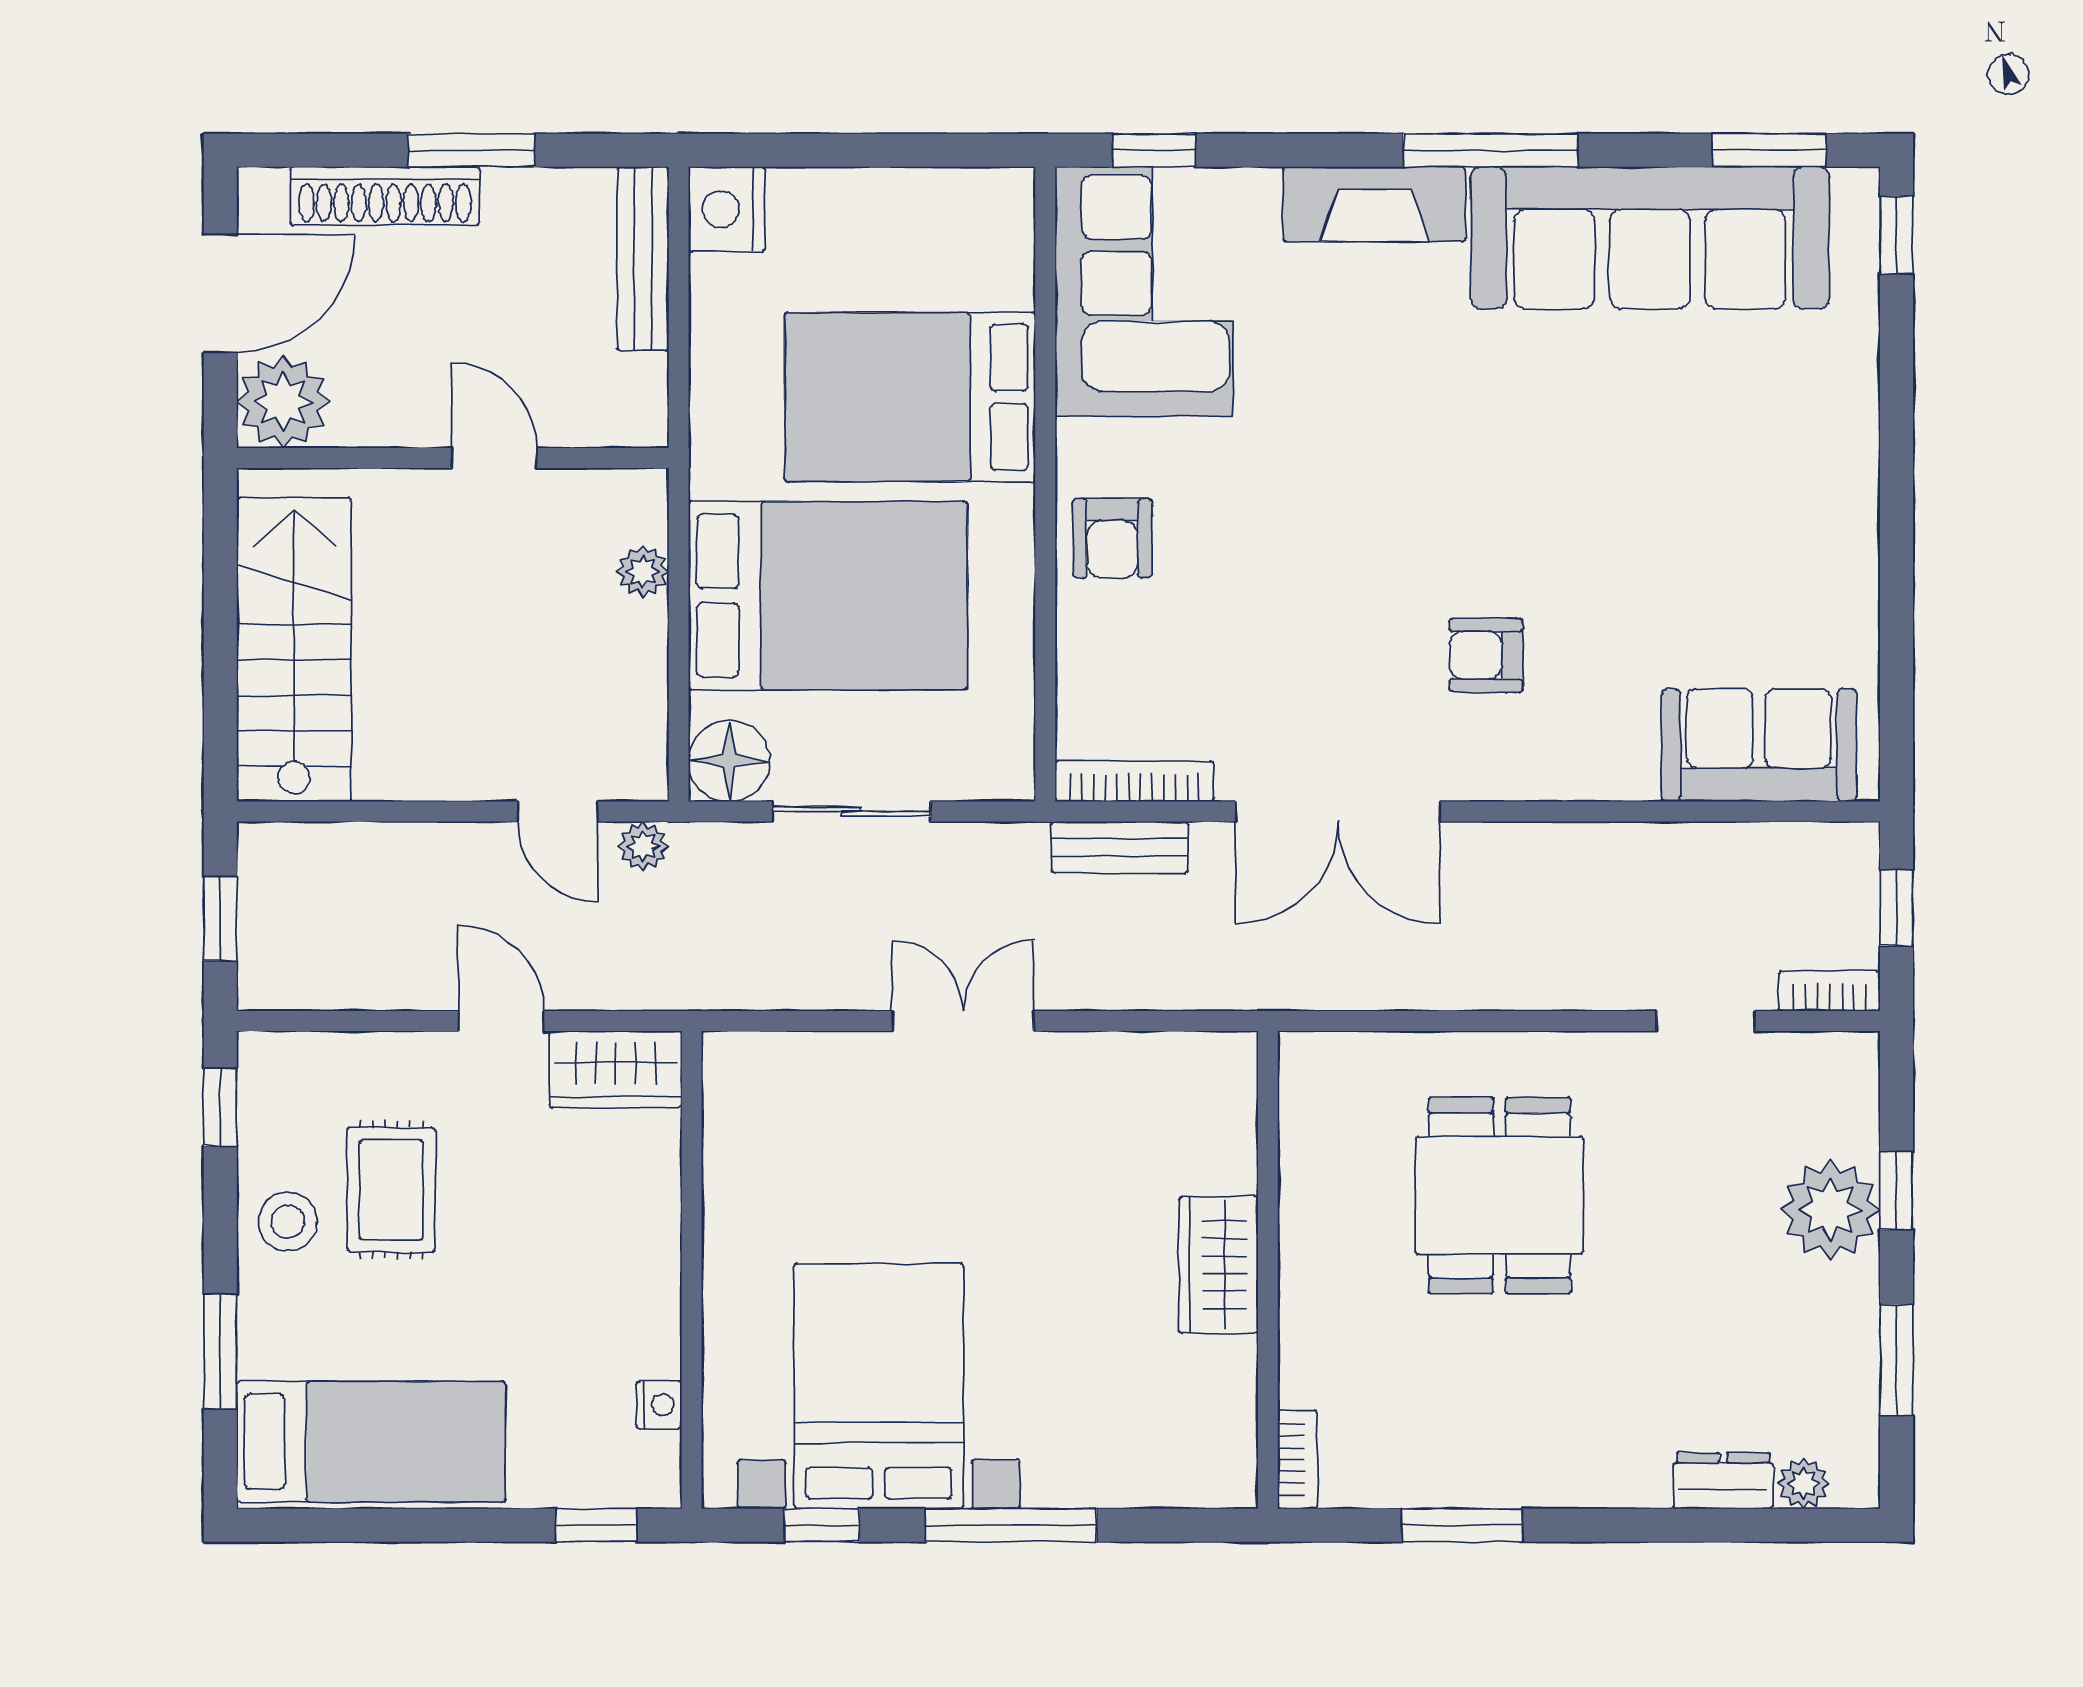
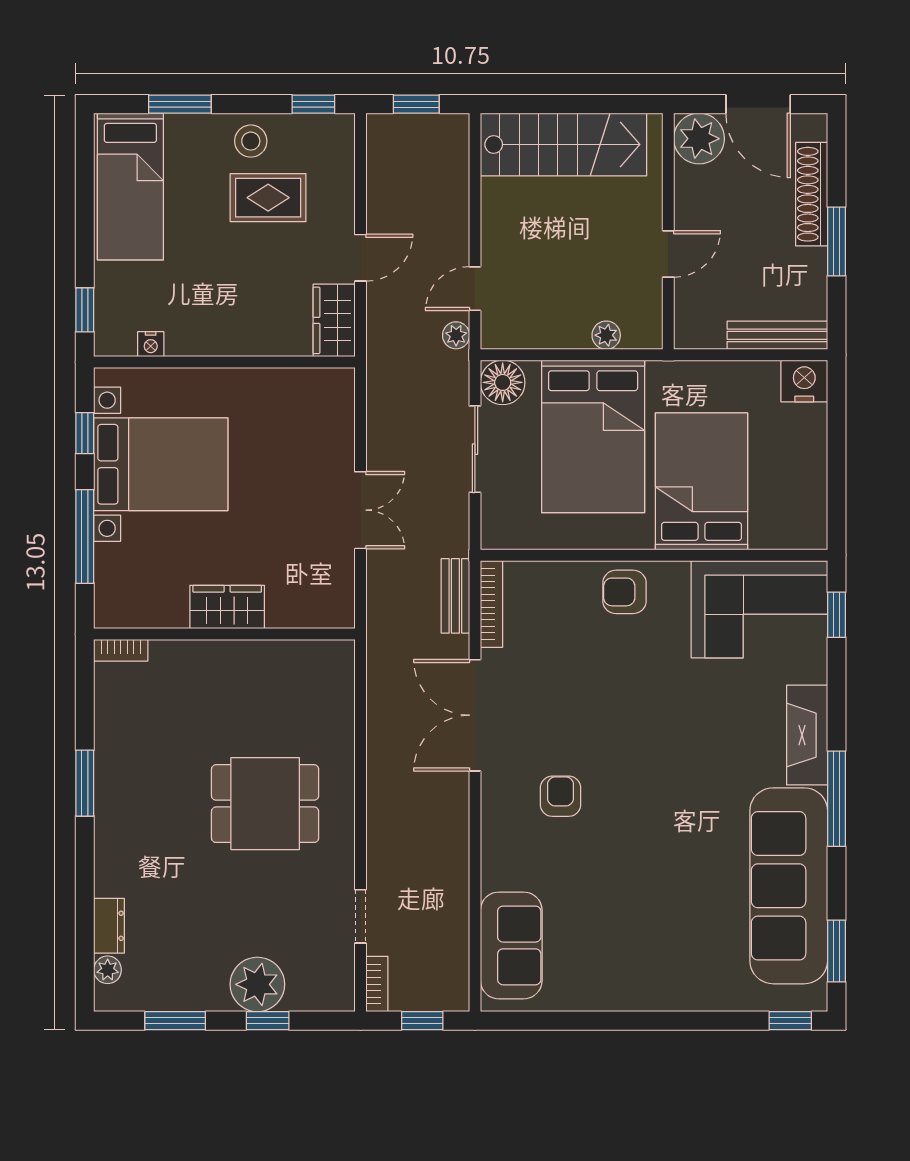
wardrobe: (1218, 1265) -> (227, 607), moved
wall: (1268, 1270) -> (224, 634), moved
bookcase: (1297, 1459) -> (121, 650), moved

